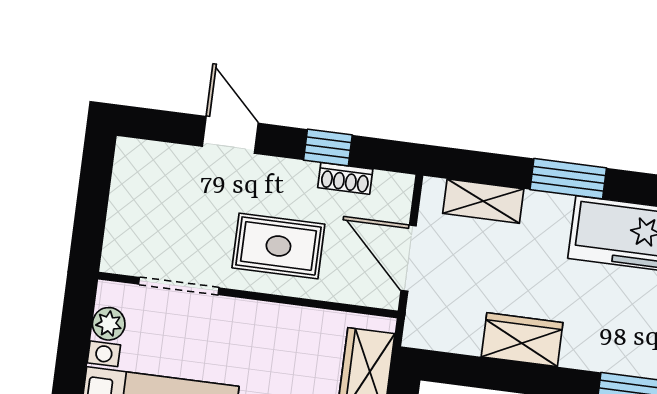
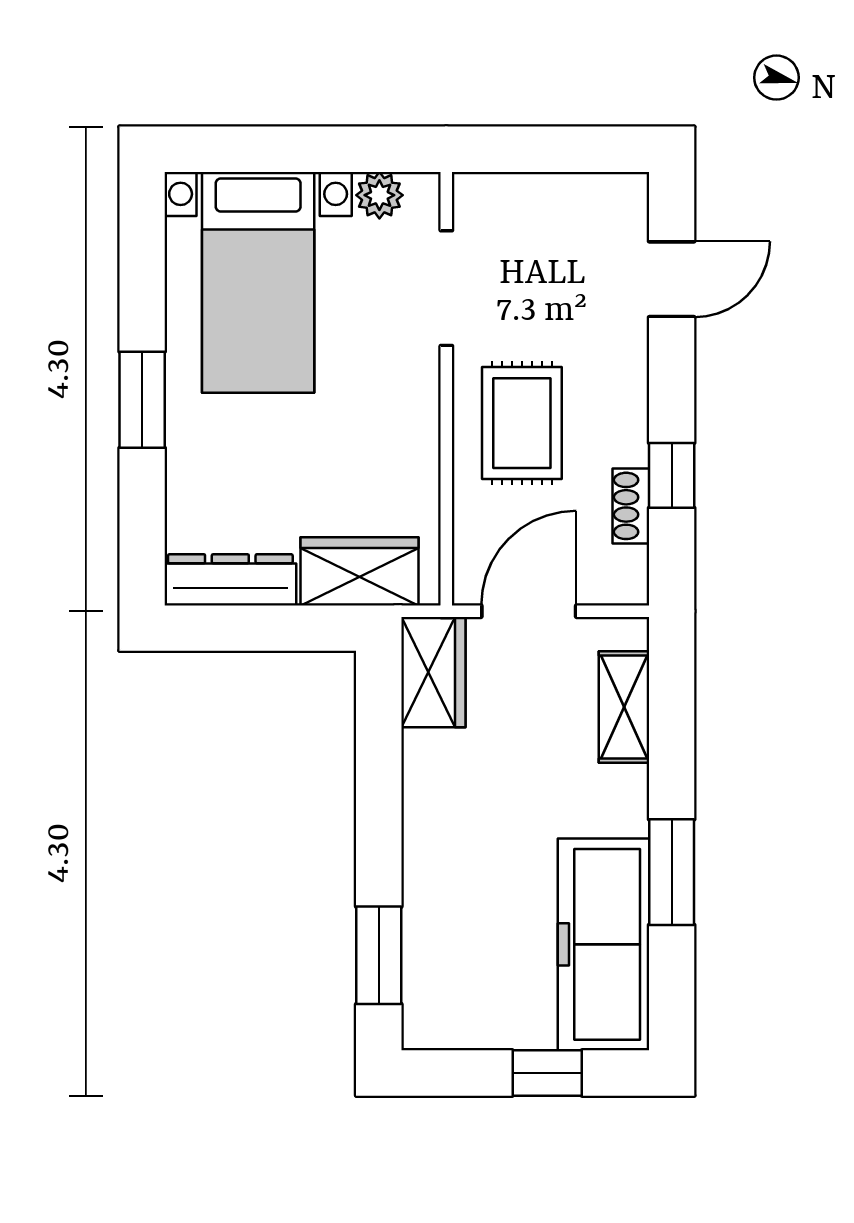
door: (230, 135) -> (672, 279), moved
window: (568, 179) -> (672, 872), moved
wardrobe: (522, 340) -> (433, 672), moved

